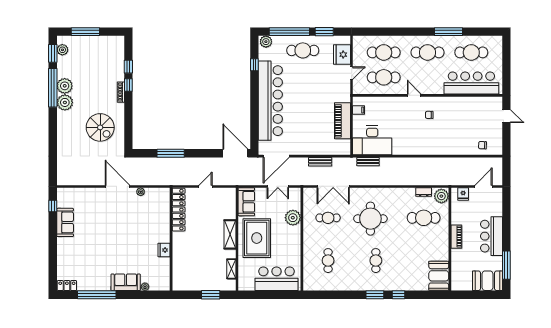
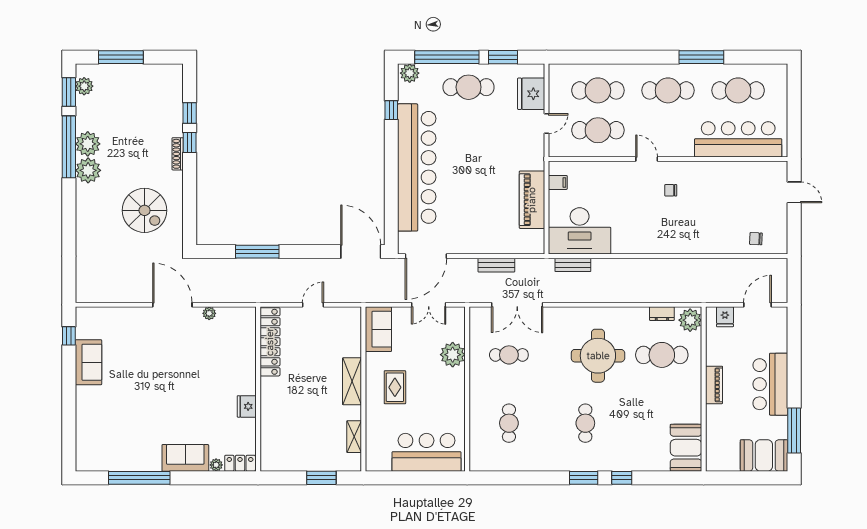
round table: (370, 219) -> (598, 356), moved
rug: (257, 238) -> (395, 387), width x0.54, depth x0.49
locker: (67, 286) -> (240, 463), moved

